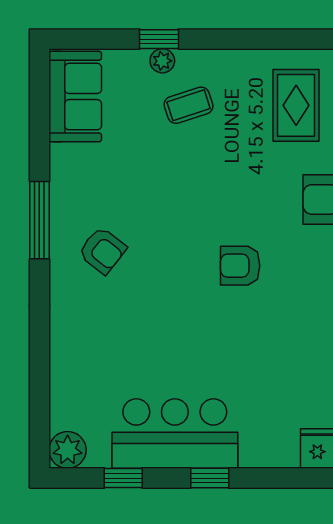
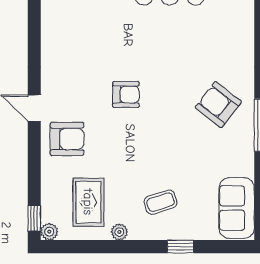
plant: (162, 61) -> (119, 232), moved
armchair: (102, 250) -> (218, 105), width x1.38, depth x1.38

